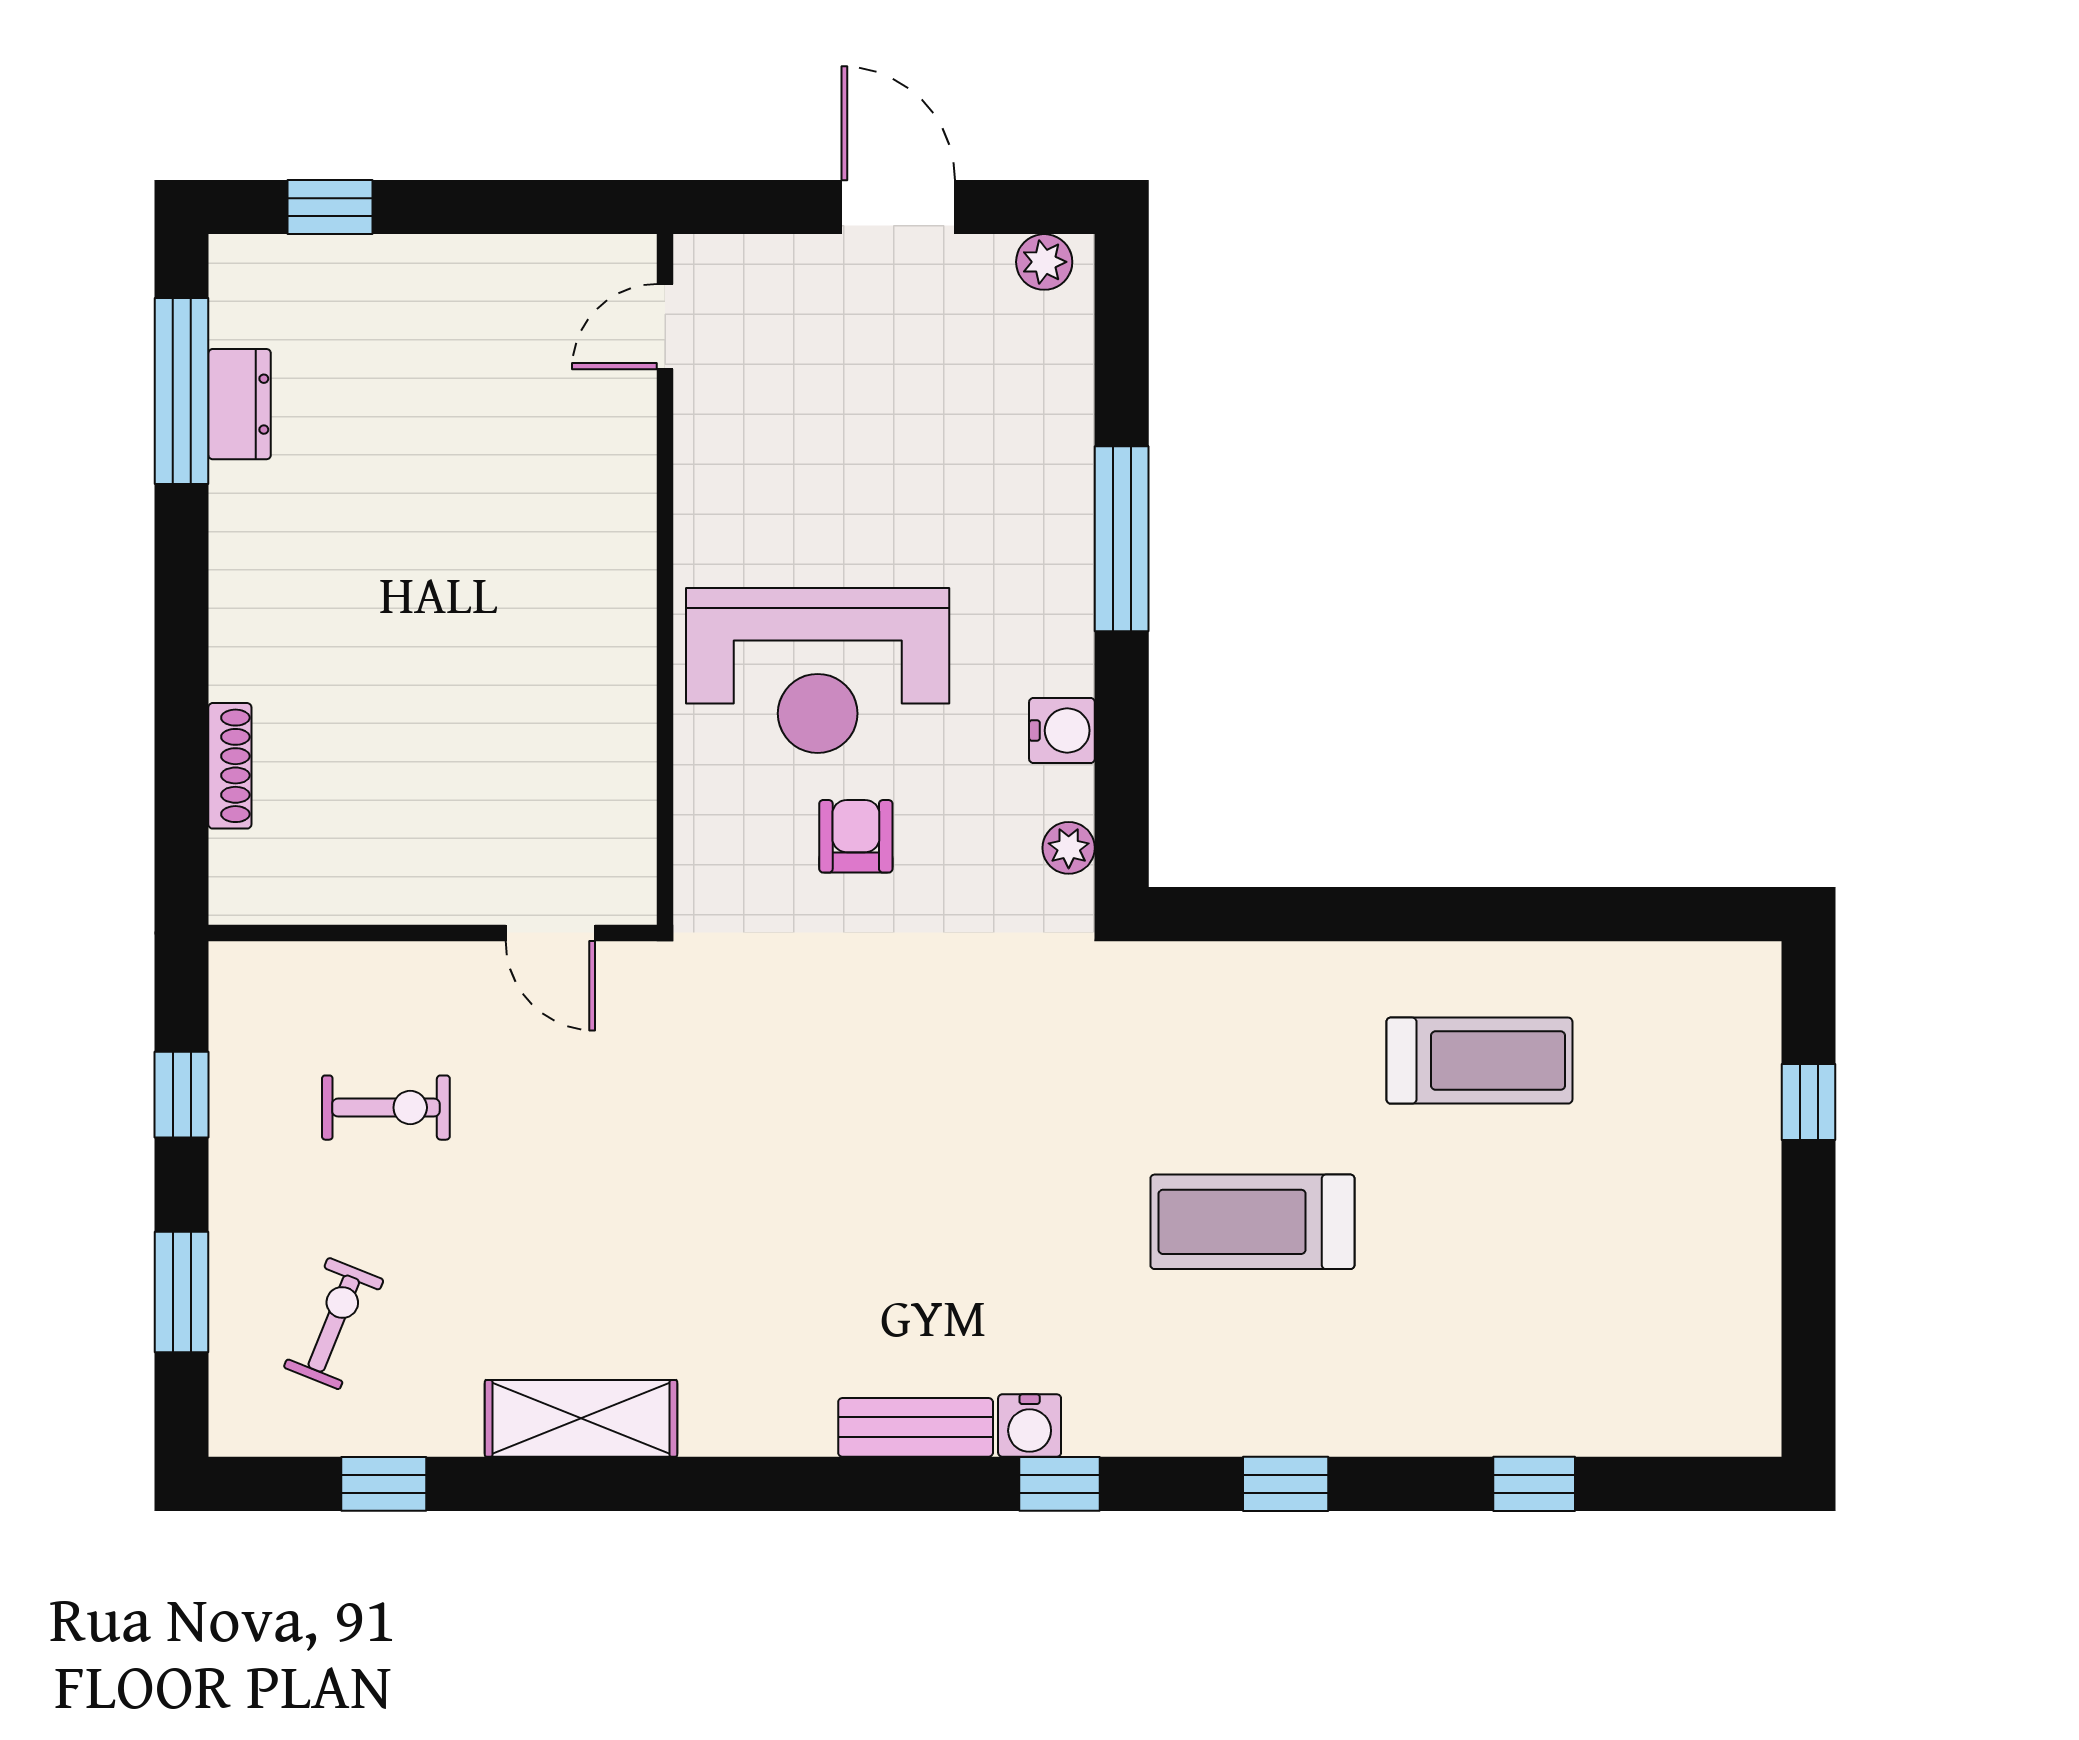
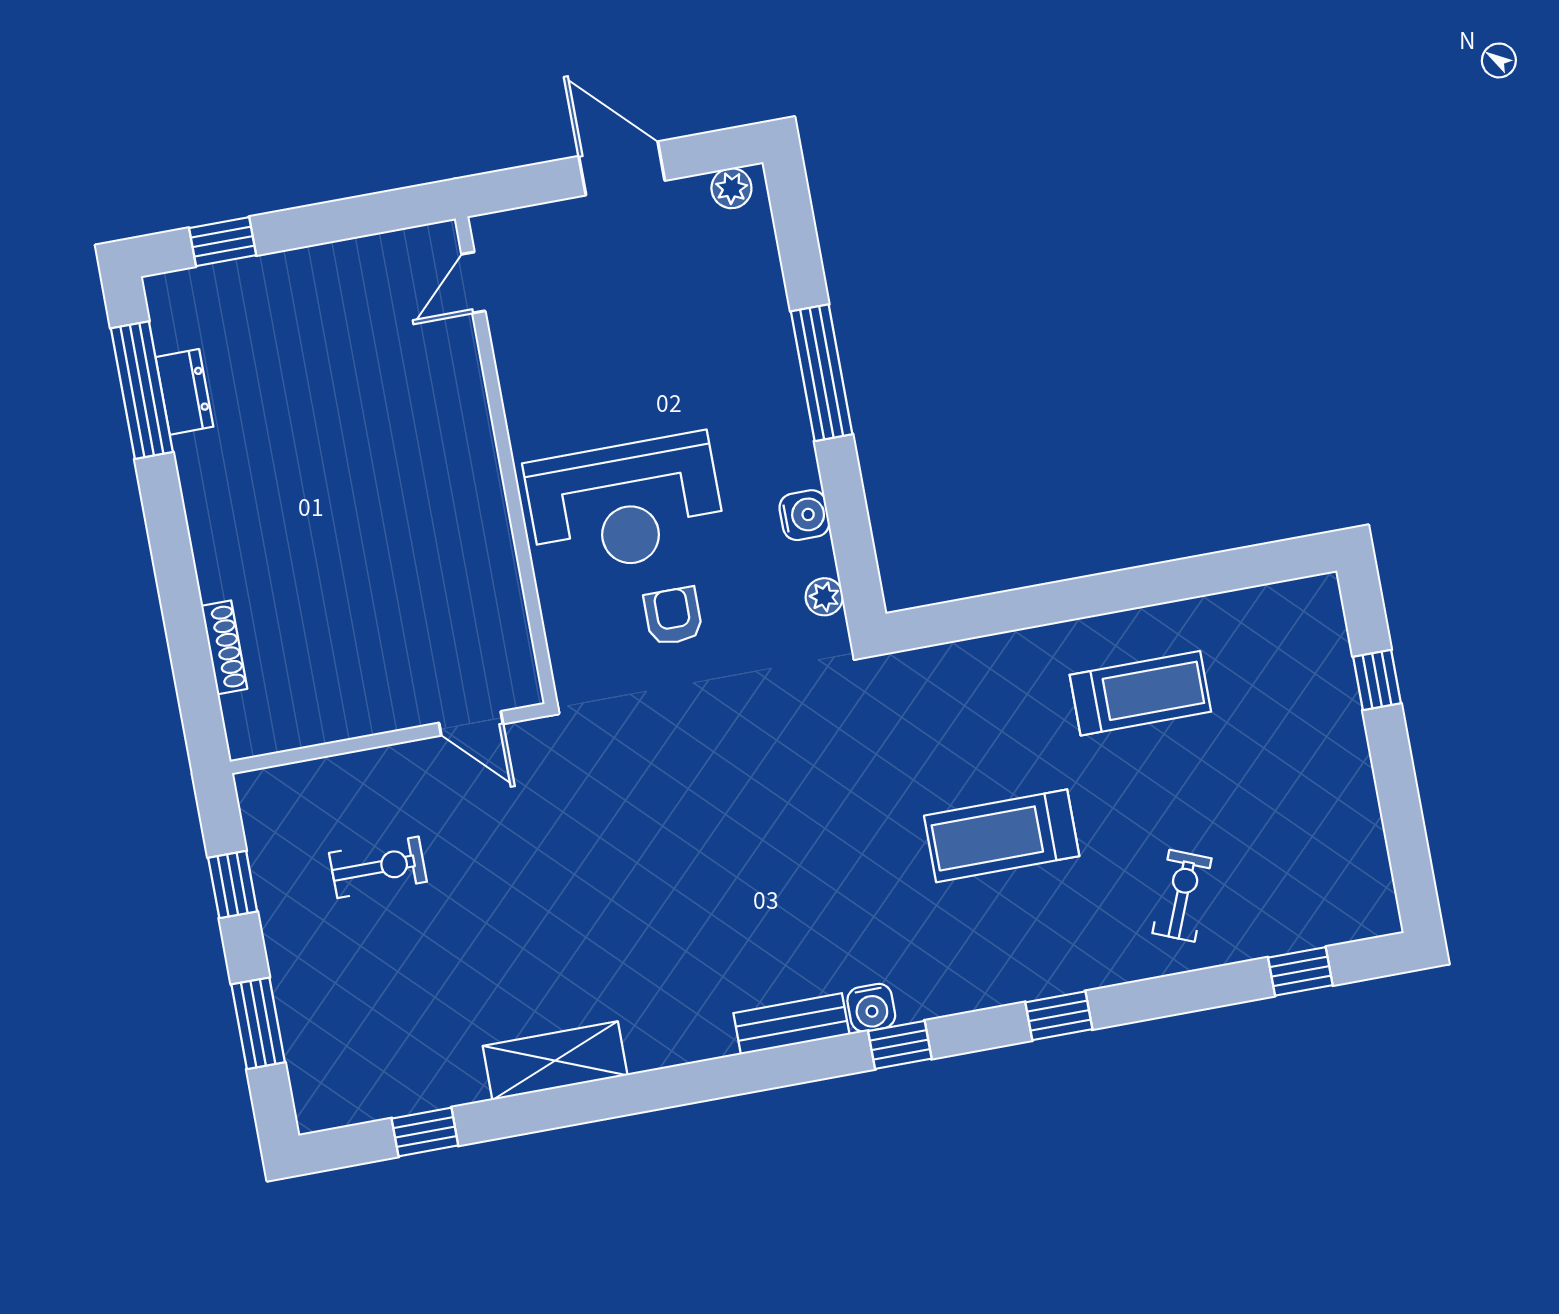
exercise bike: (334, 1323) -> (1182, 896), moved
window: (1534, 1484) -> (1300, 971), moved

